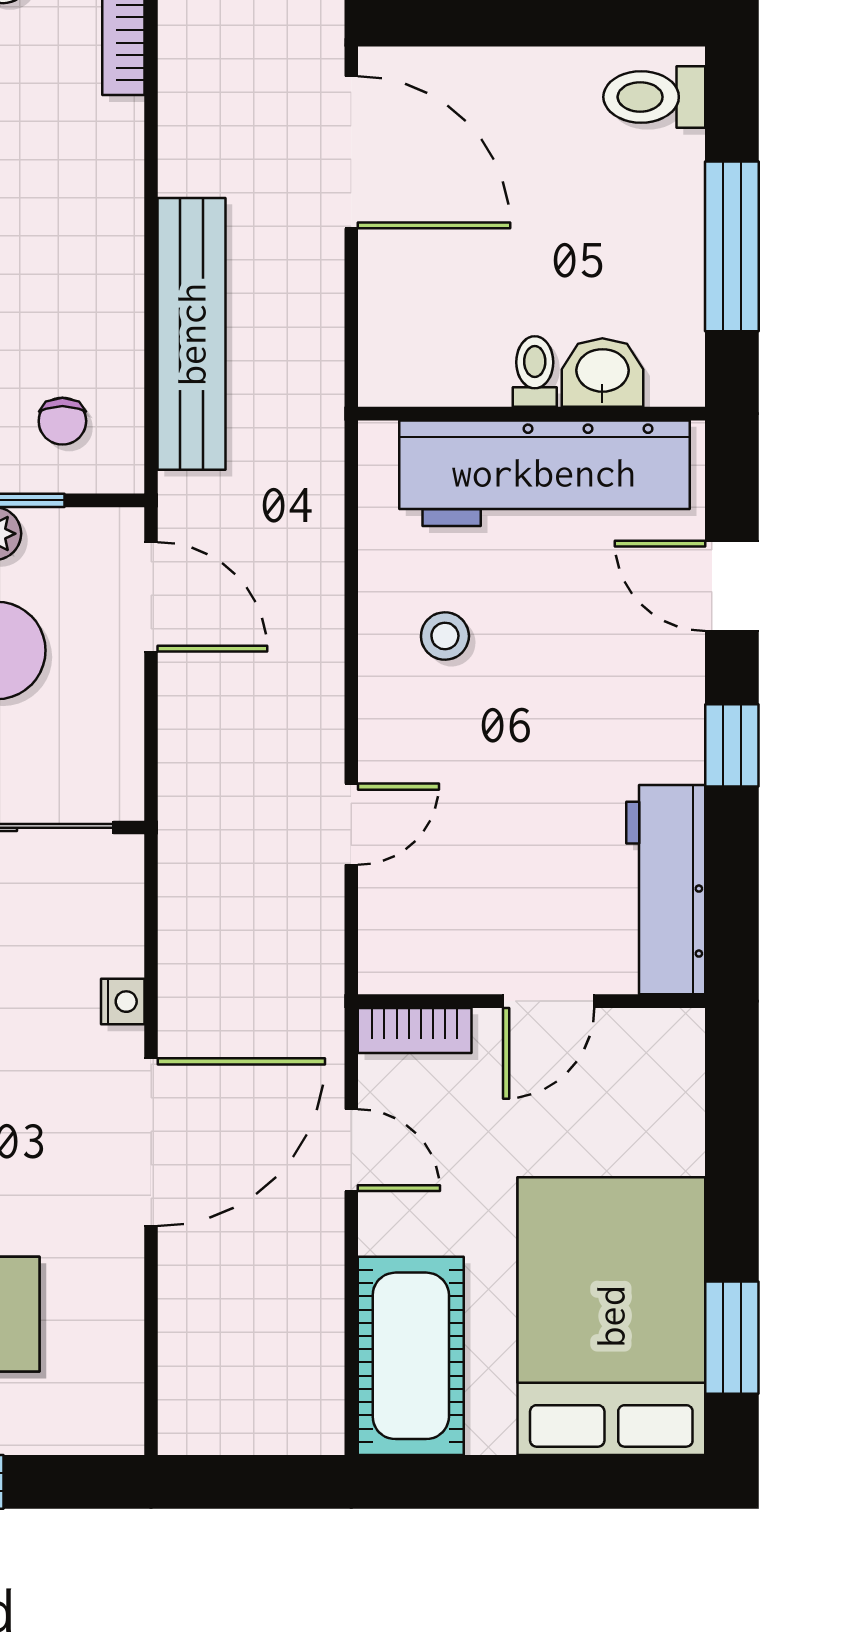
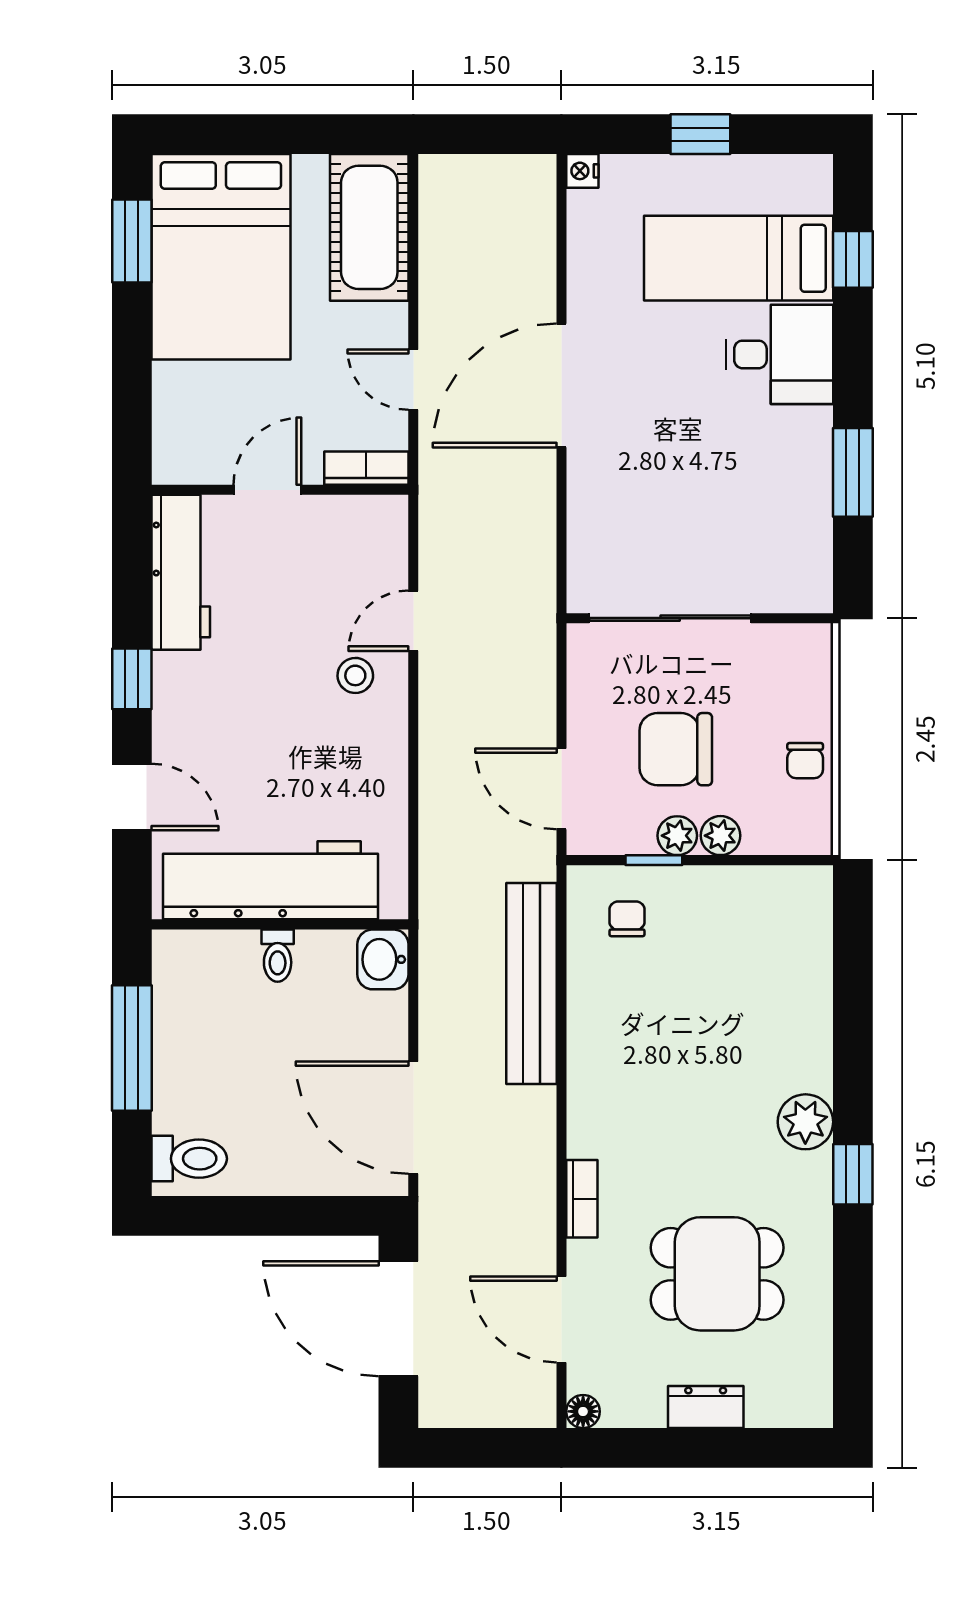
washbasin: (602, 373) -> (383, 959), moved, turned 90
stool: (445, 636) -> (355, 675), moved
nightstand: (123, 1002) -> (582, 171), moved

